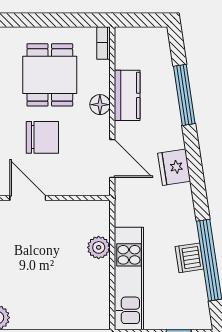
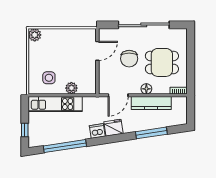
kitchen counter: (127, 95) -> (151, 103), width x1.50
dishwasher: (190, 258) -> (97, 131), moved
side table: (79, 290) -> (49, 78), added

